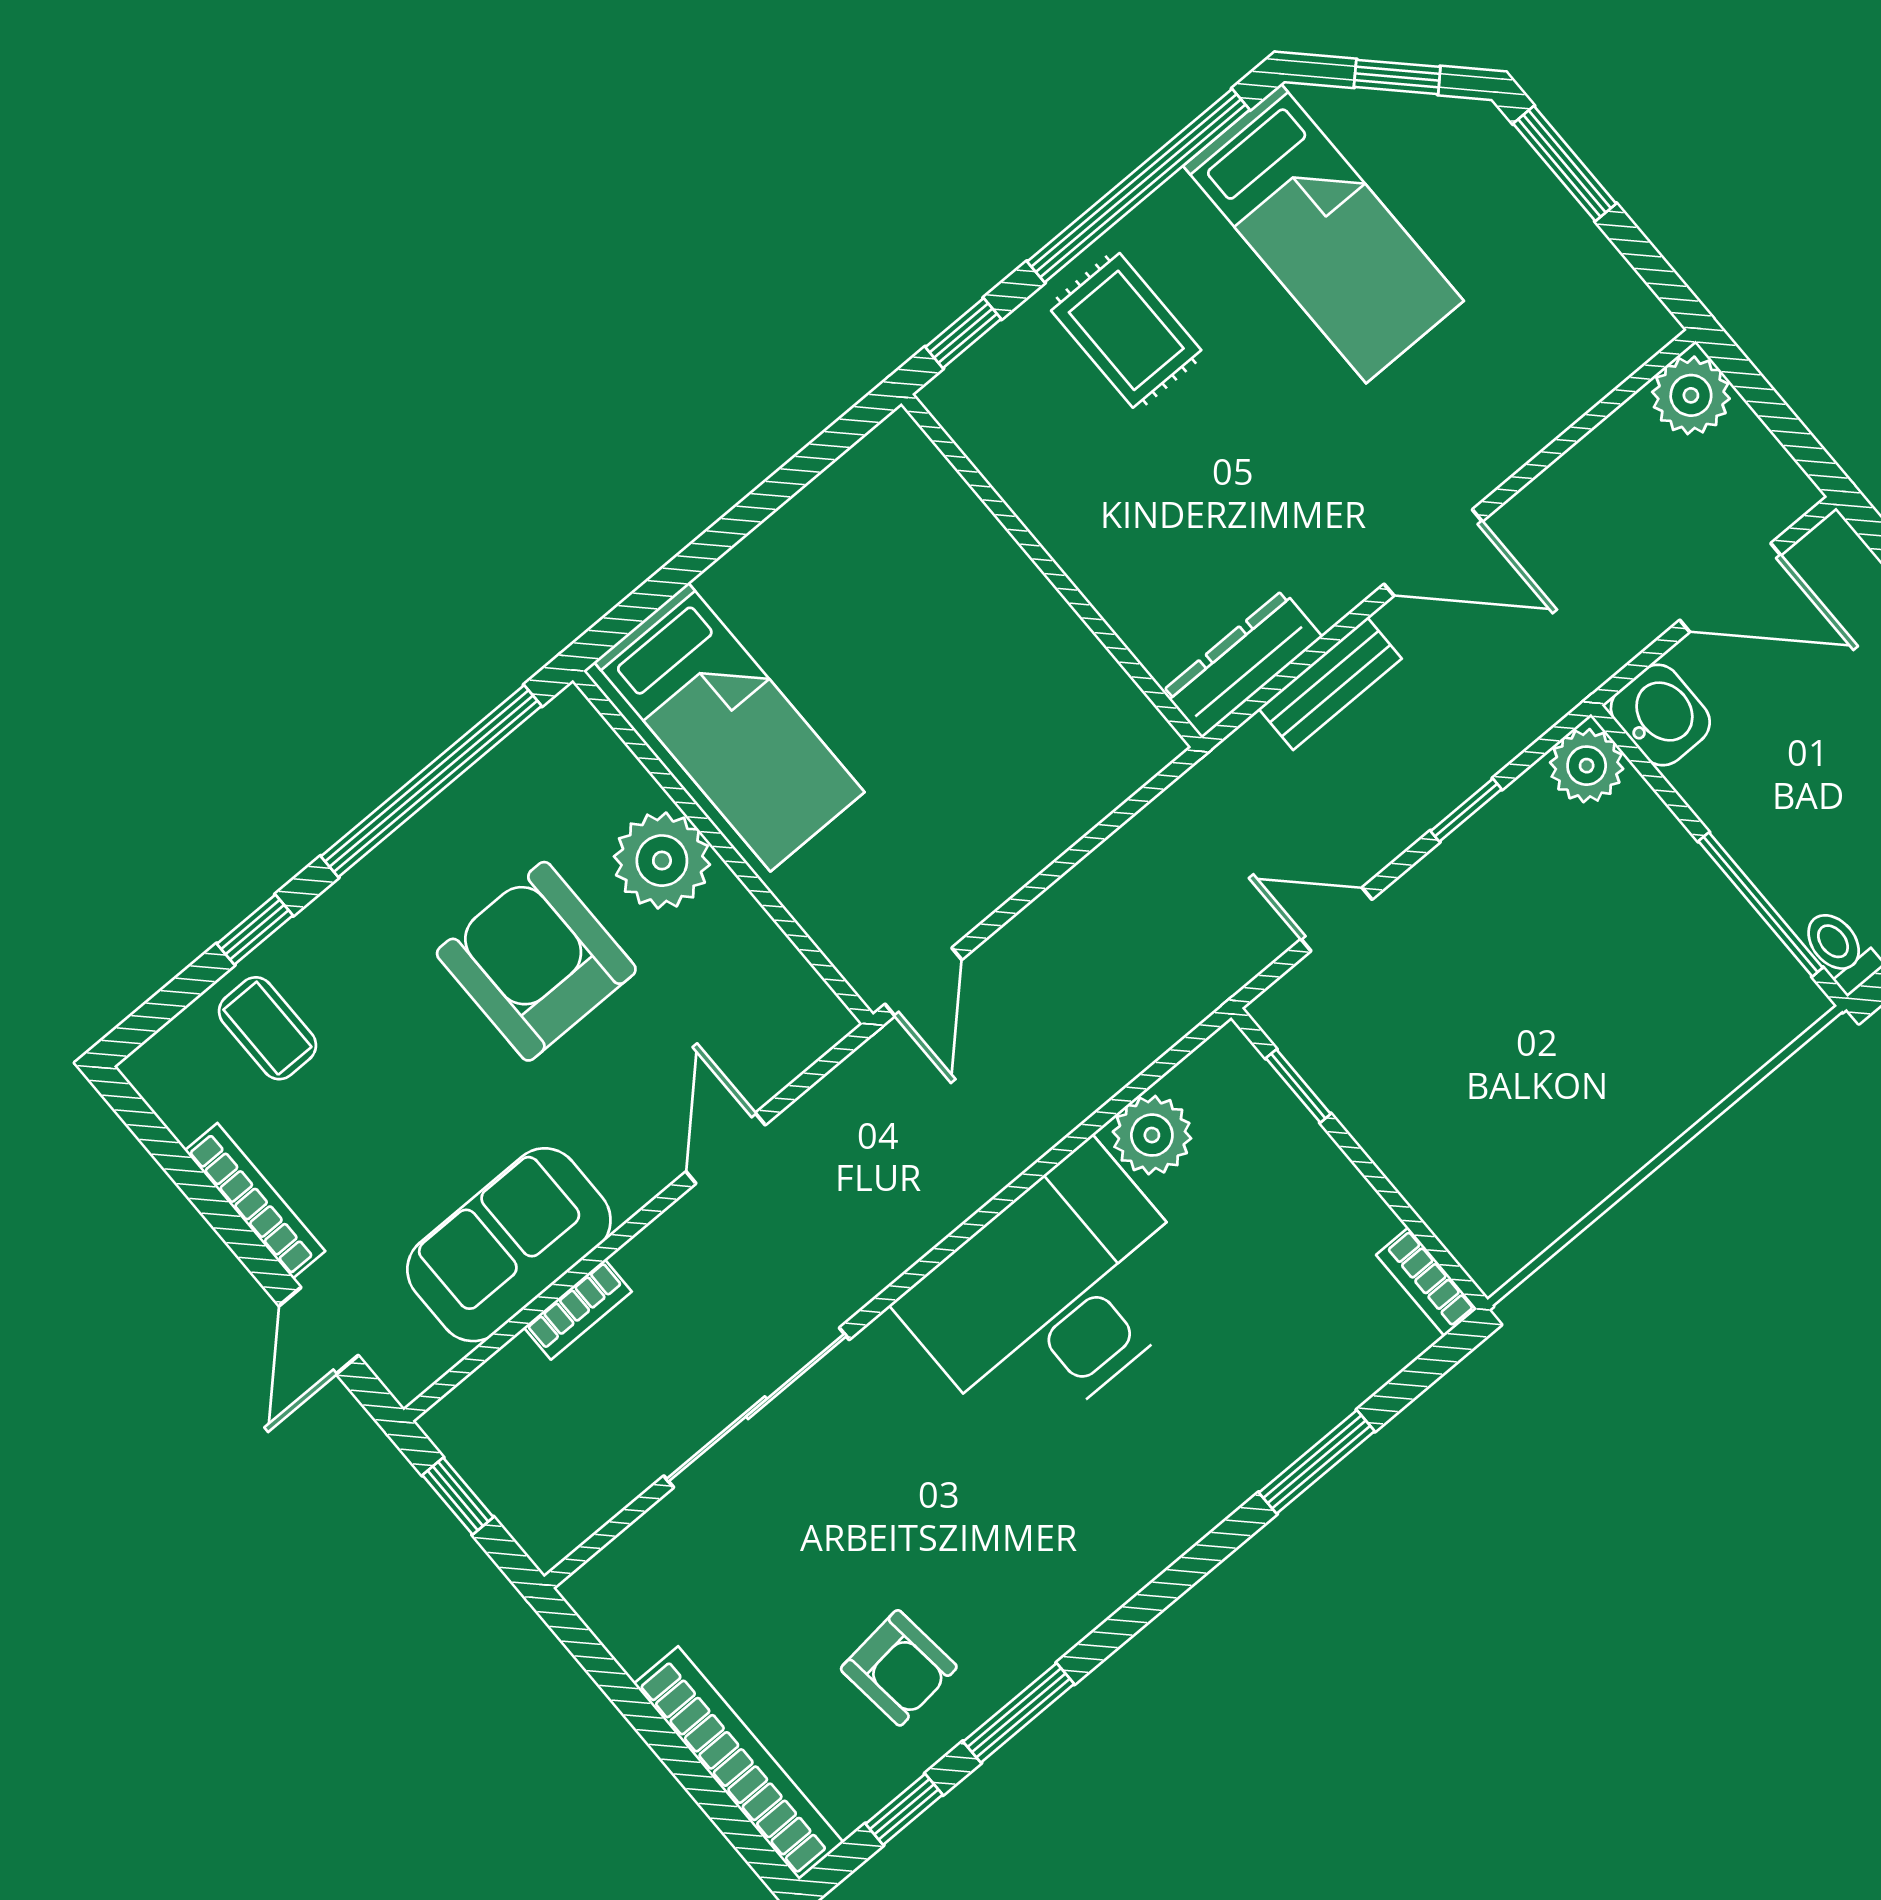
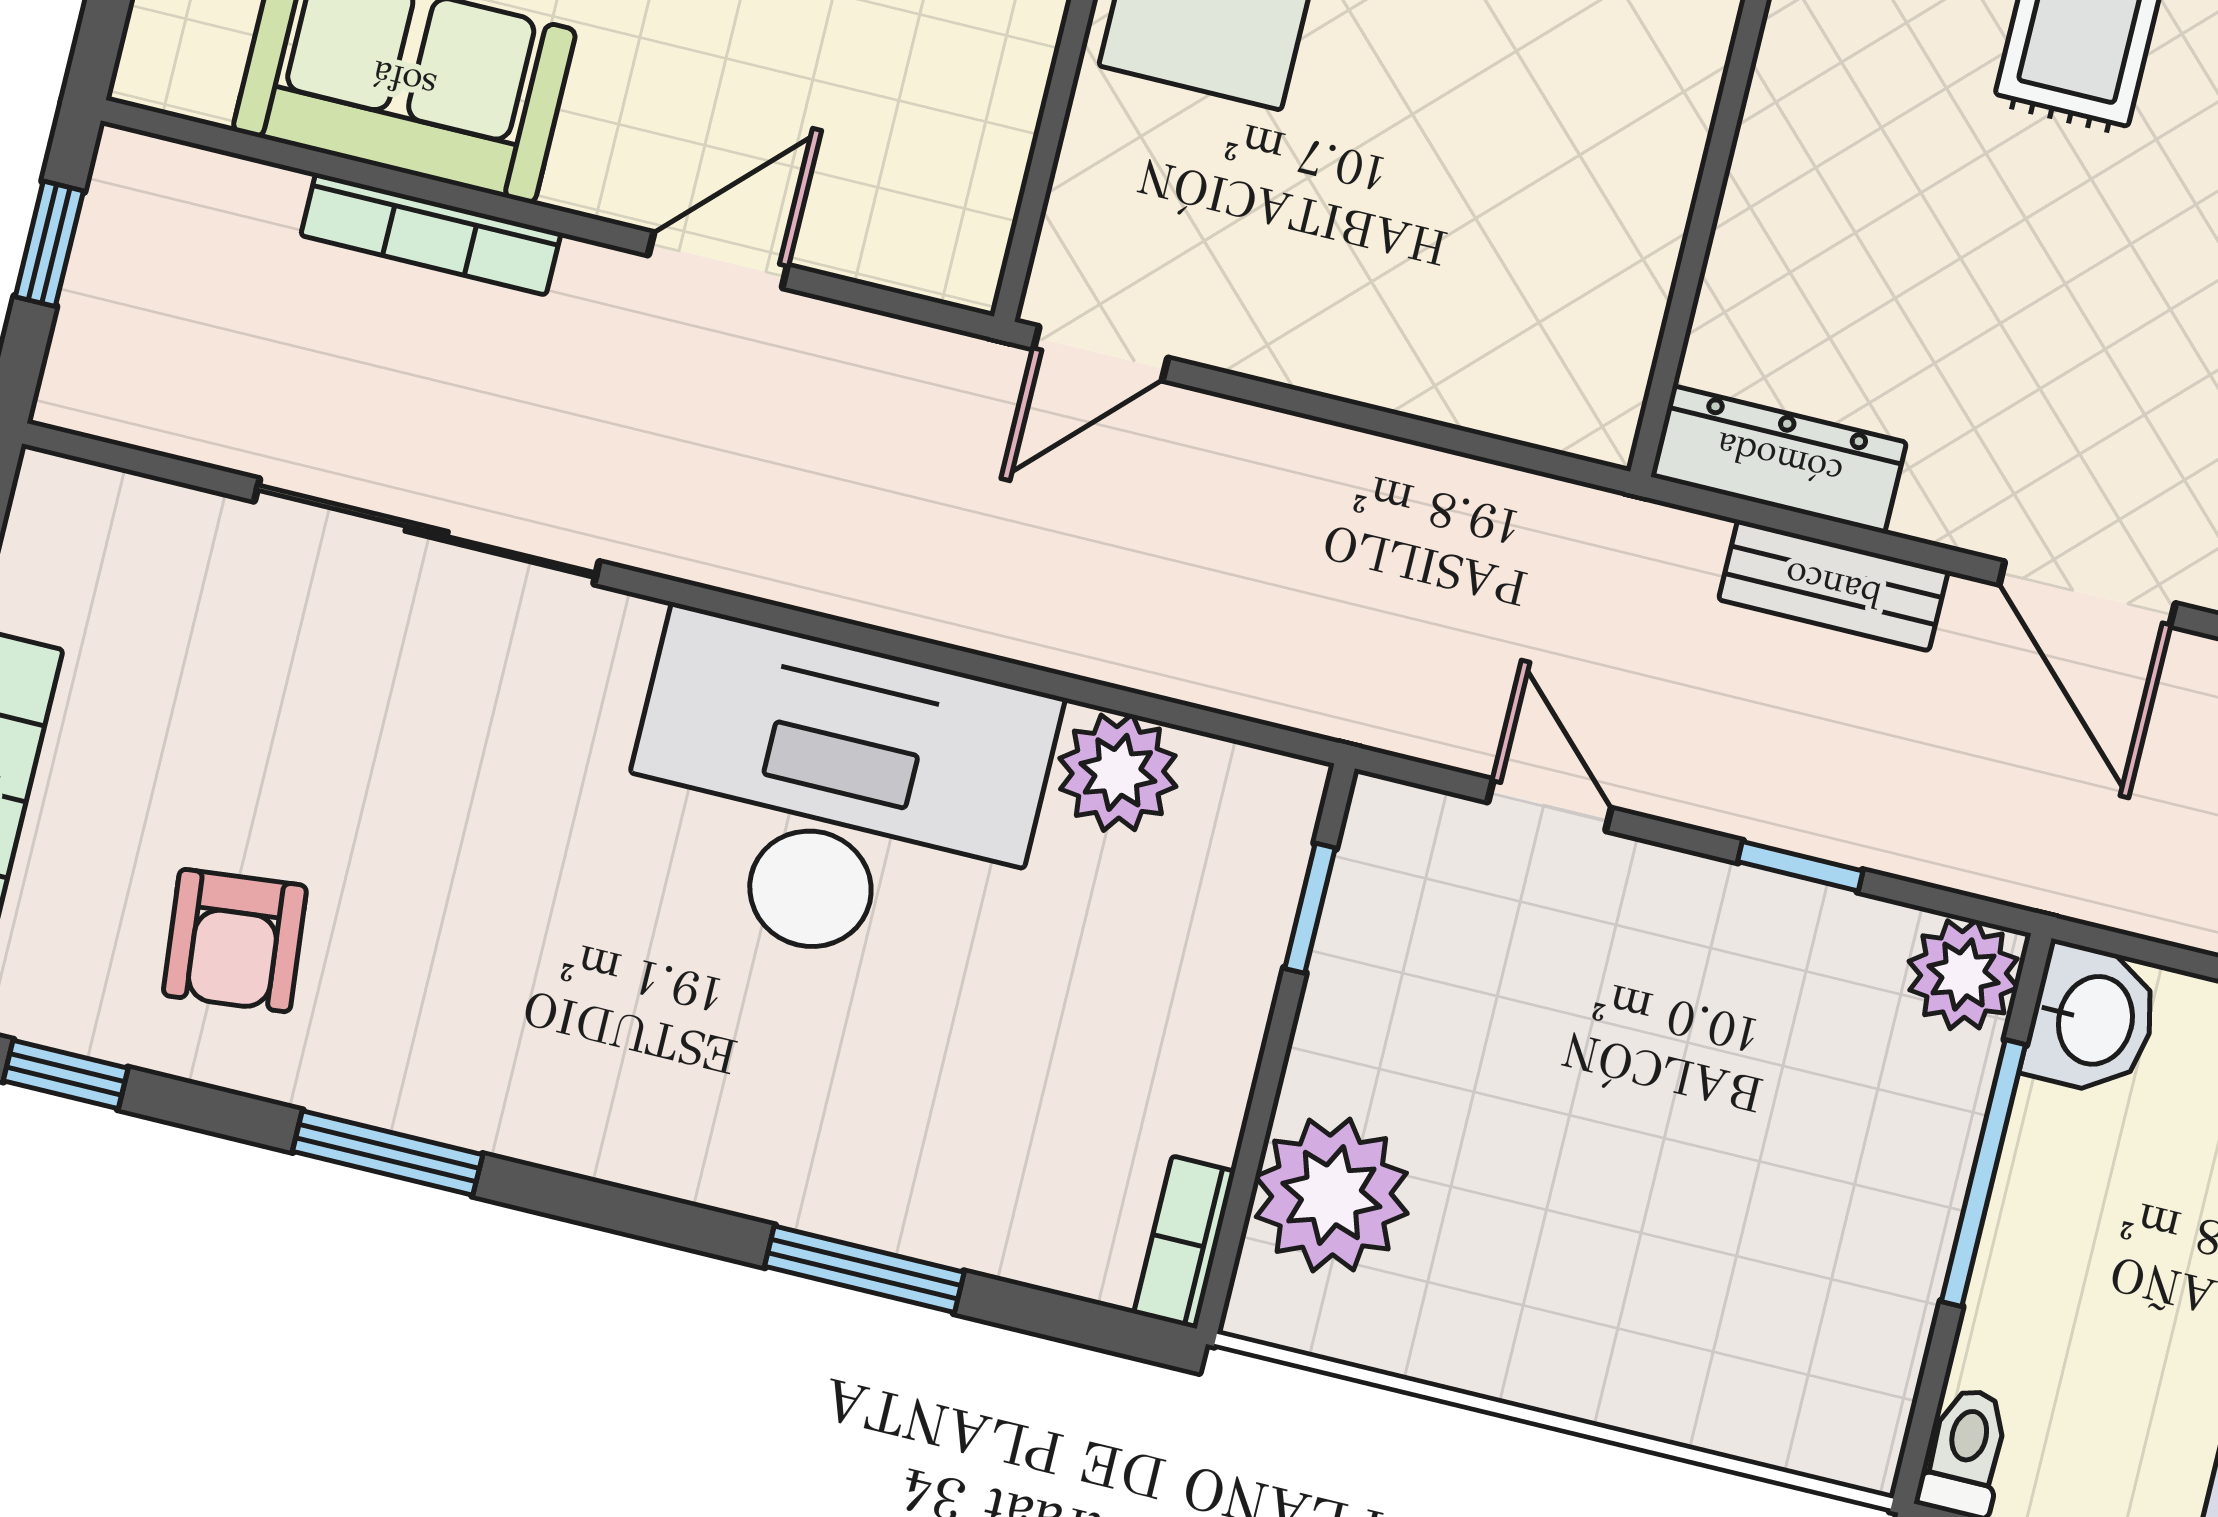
window: (1761, 904) -> (1983, 1173), moved
plant: (1458, 1186) -> (1331, 1195), added
bookcase: (578, 1309) -> (431, 234), width x1.56
window: (1019, 1713) -> (388, 1153), moved

